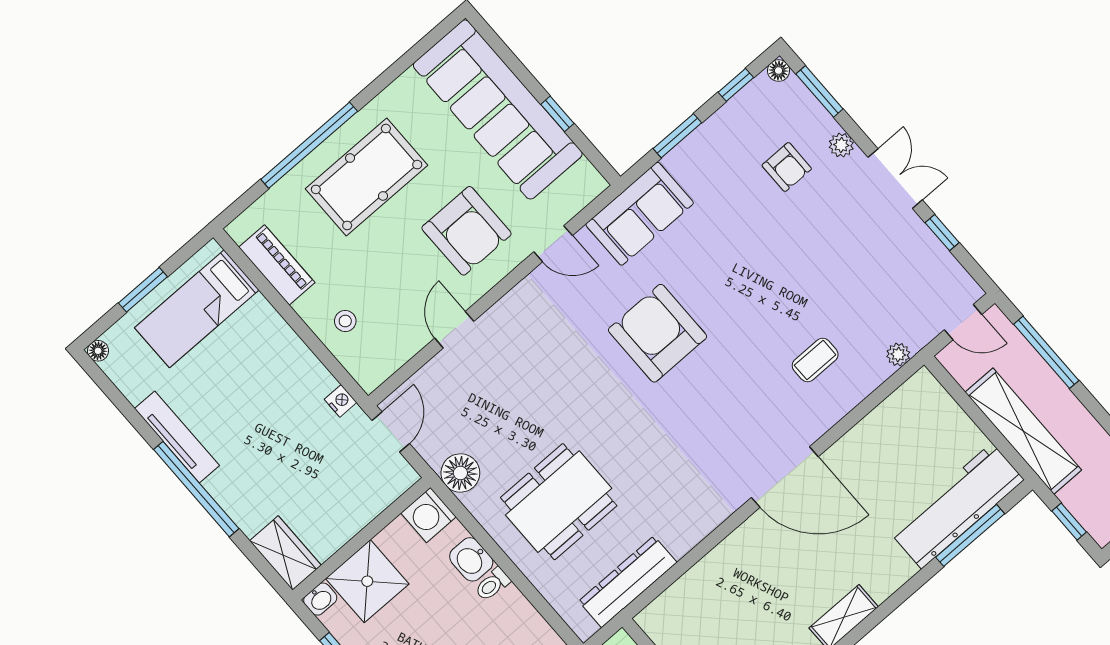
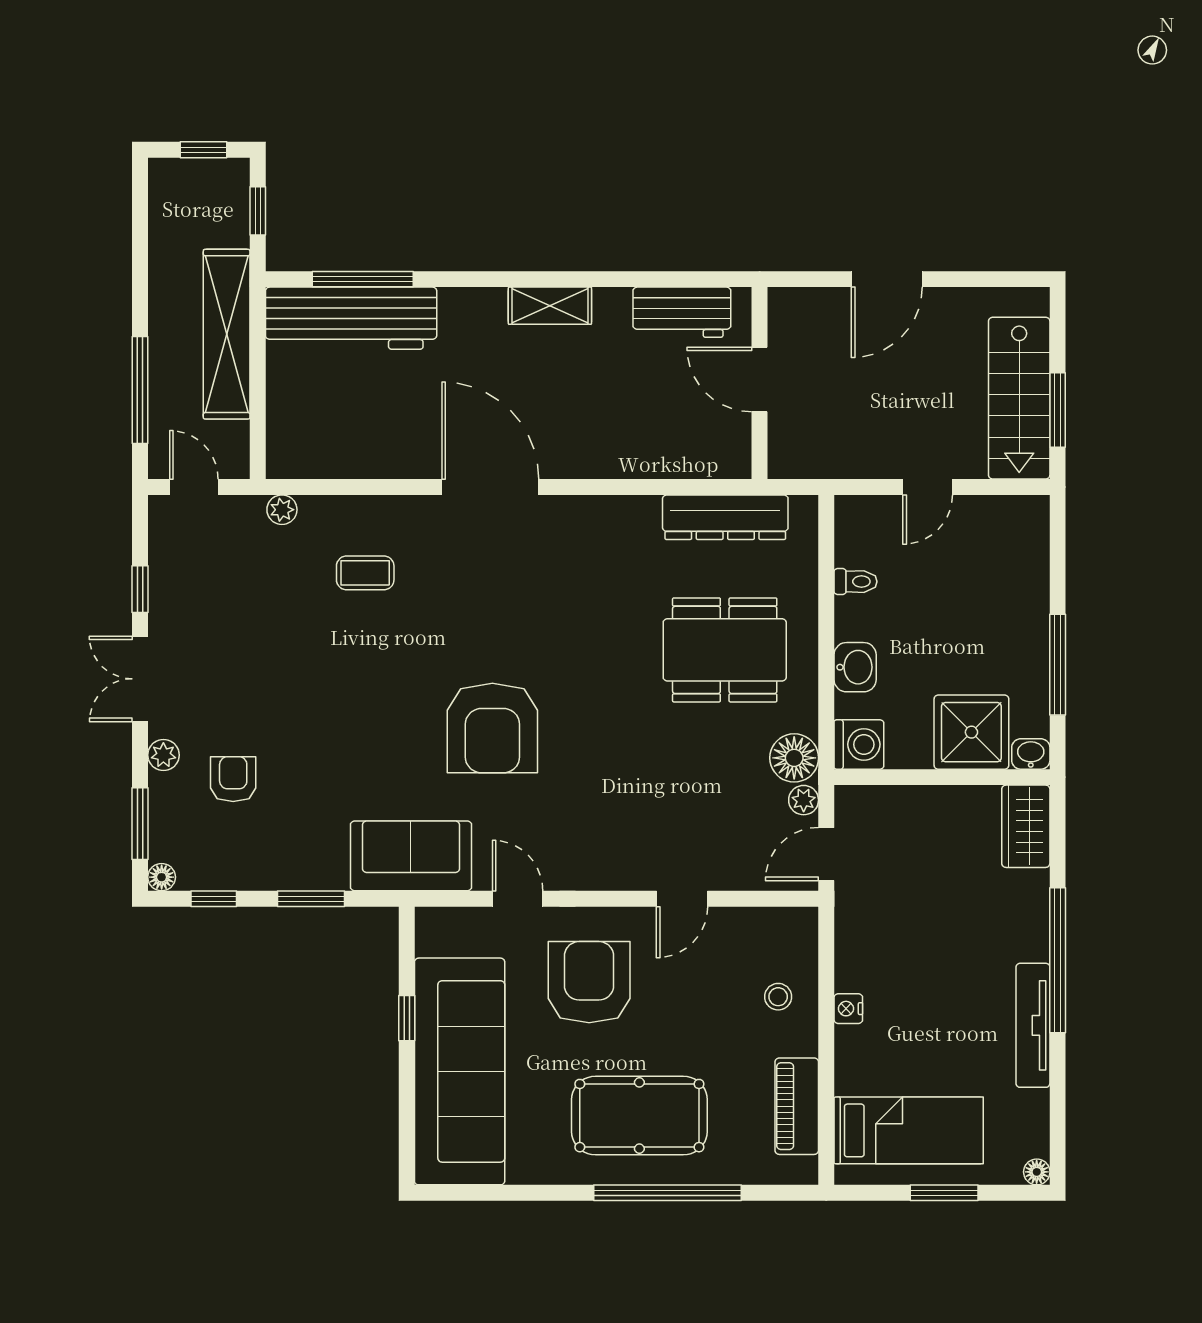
nightstand: (341, 401) -> (848, 1009), moved
plant: (433, 453) -> (804, 800), added
toilet: (492, 584) -> (855, 582), moved

